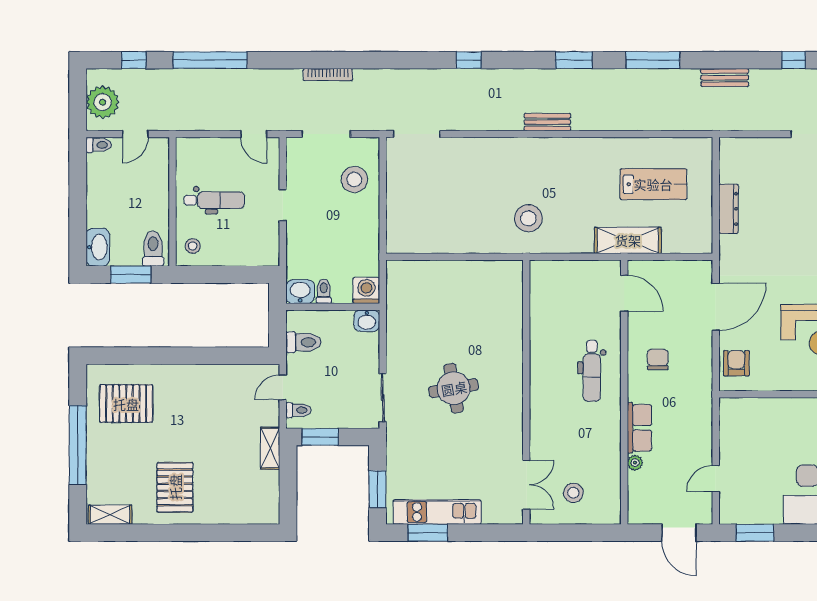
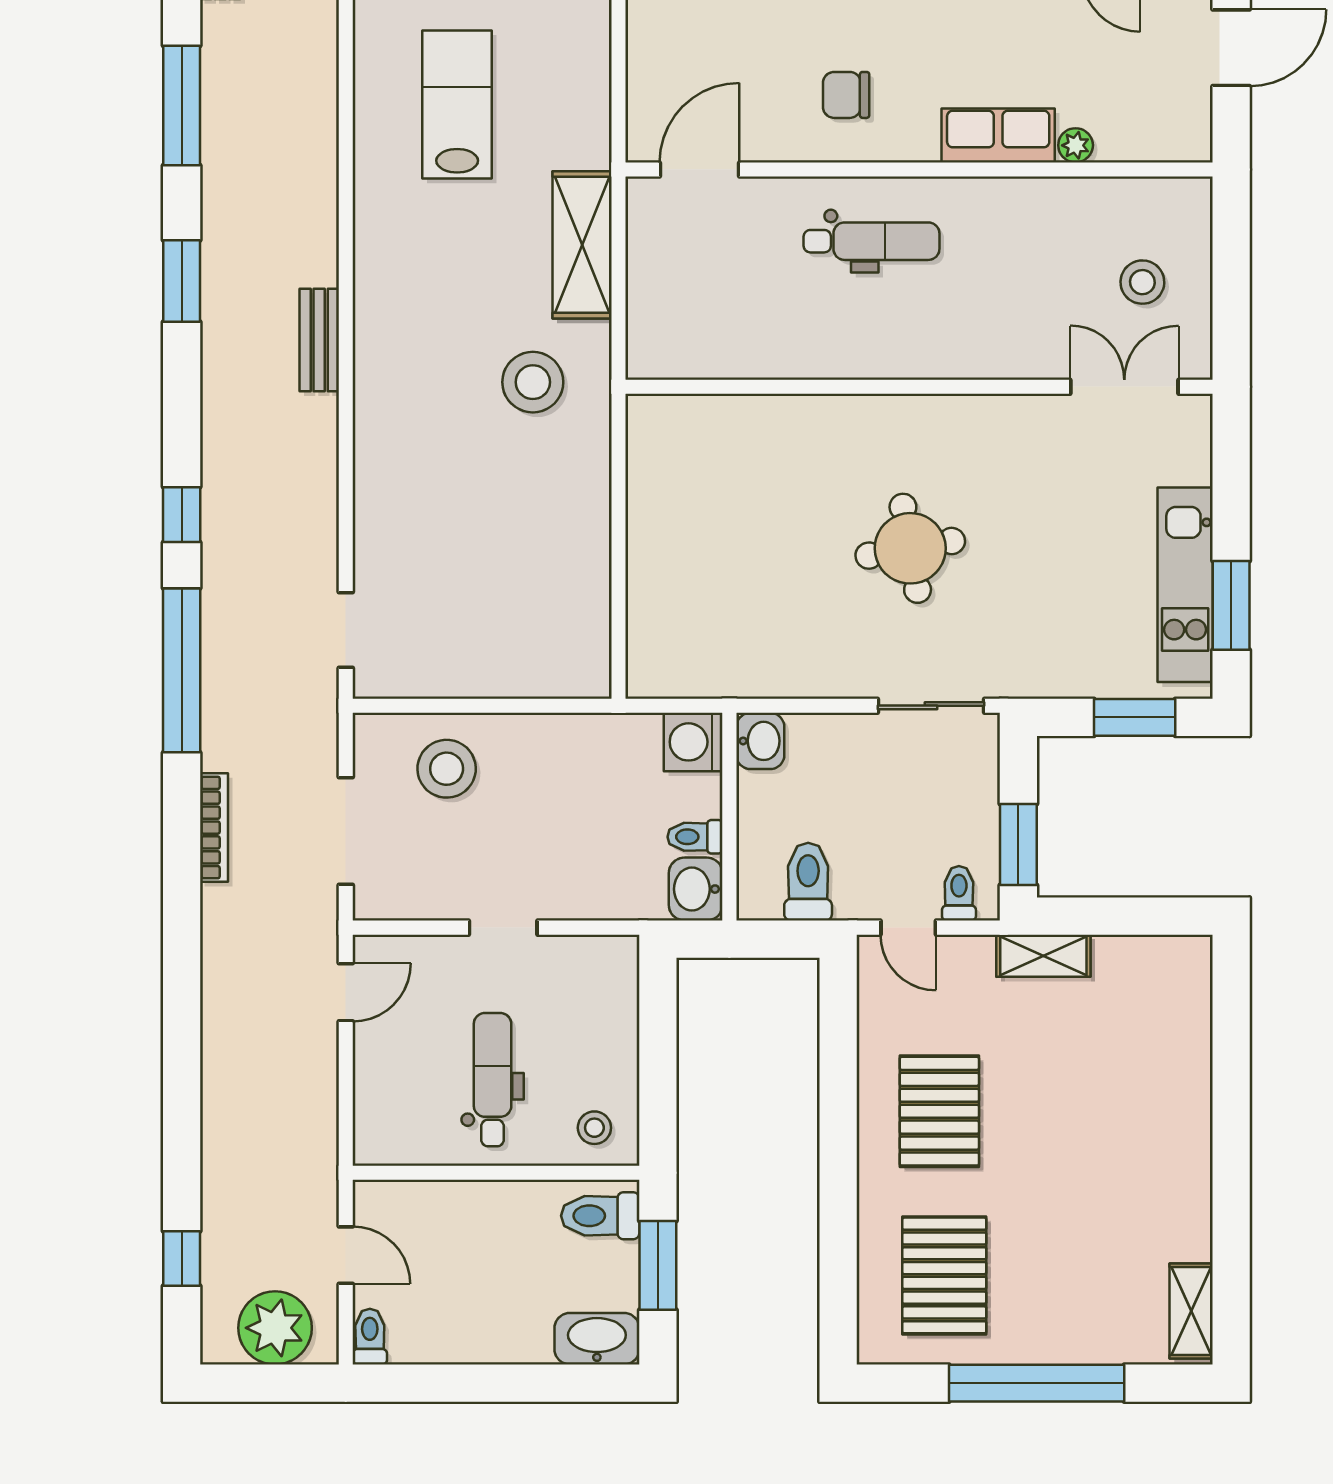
window: (210, 60) -> (182, 670), moved
doorway: (417, 134) -> (346, 630), width x0.73
shelving: (628, 240) -> (582, 245), moved
pallet: (175, 487) -> (939, 1111), moved, turned 90

